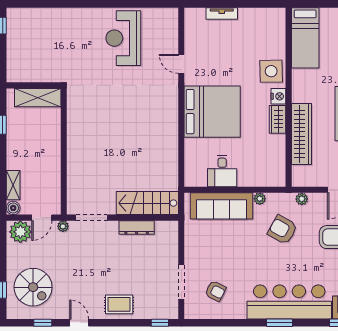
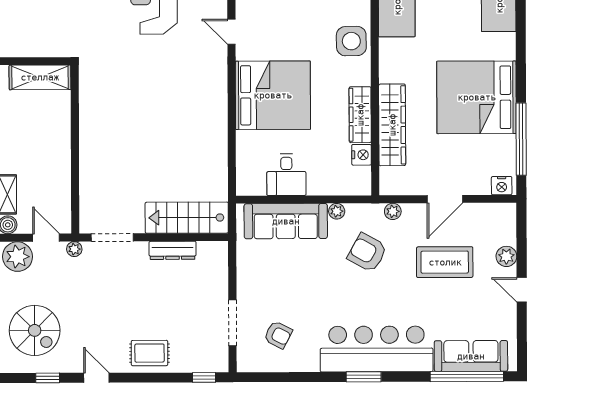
nightstand: (278, 96) -> (362, 155), moved
wardrobe: (278, 119) -> (360, 115), width x1.50
door: (42, 218) -> (46, 238), swing flipped

